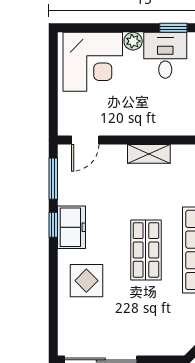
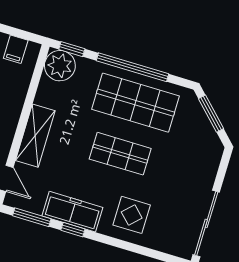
shelving: (149, 154) -> (35, 136), width x1.50, depth x1.33
freezer: (71, 227) -> (72, 212), width x1.40

